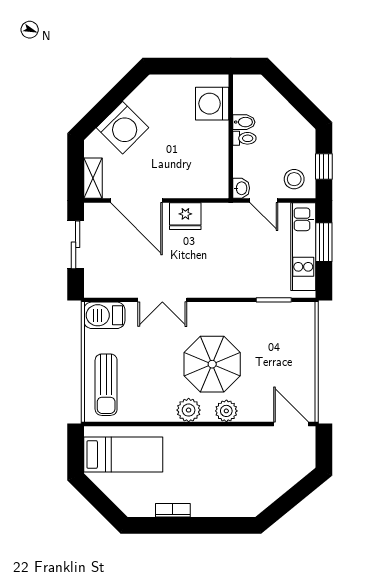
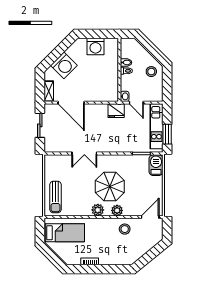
washing machine: (212, 104) -> (95, 46), moved, turned -90
window: (324, 167) -> (167, 85), removed
stool: (294, 179) -> (151, 72), moved
fridge: (185, 216) -> (116, 111), moved
window: (324, 242) -> (167, 134), moved
barbecue: (104, 315) -> (156, 165), moved, turned 90
door: (291, 424) -> (150, 217), hinge flipped
stool: (241, 447) -> (125, 229), added

